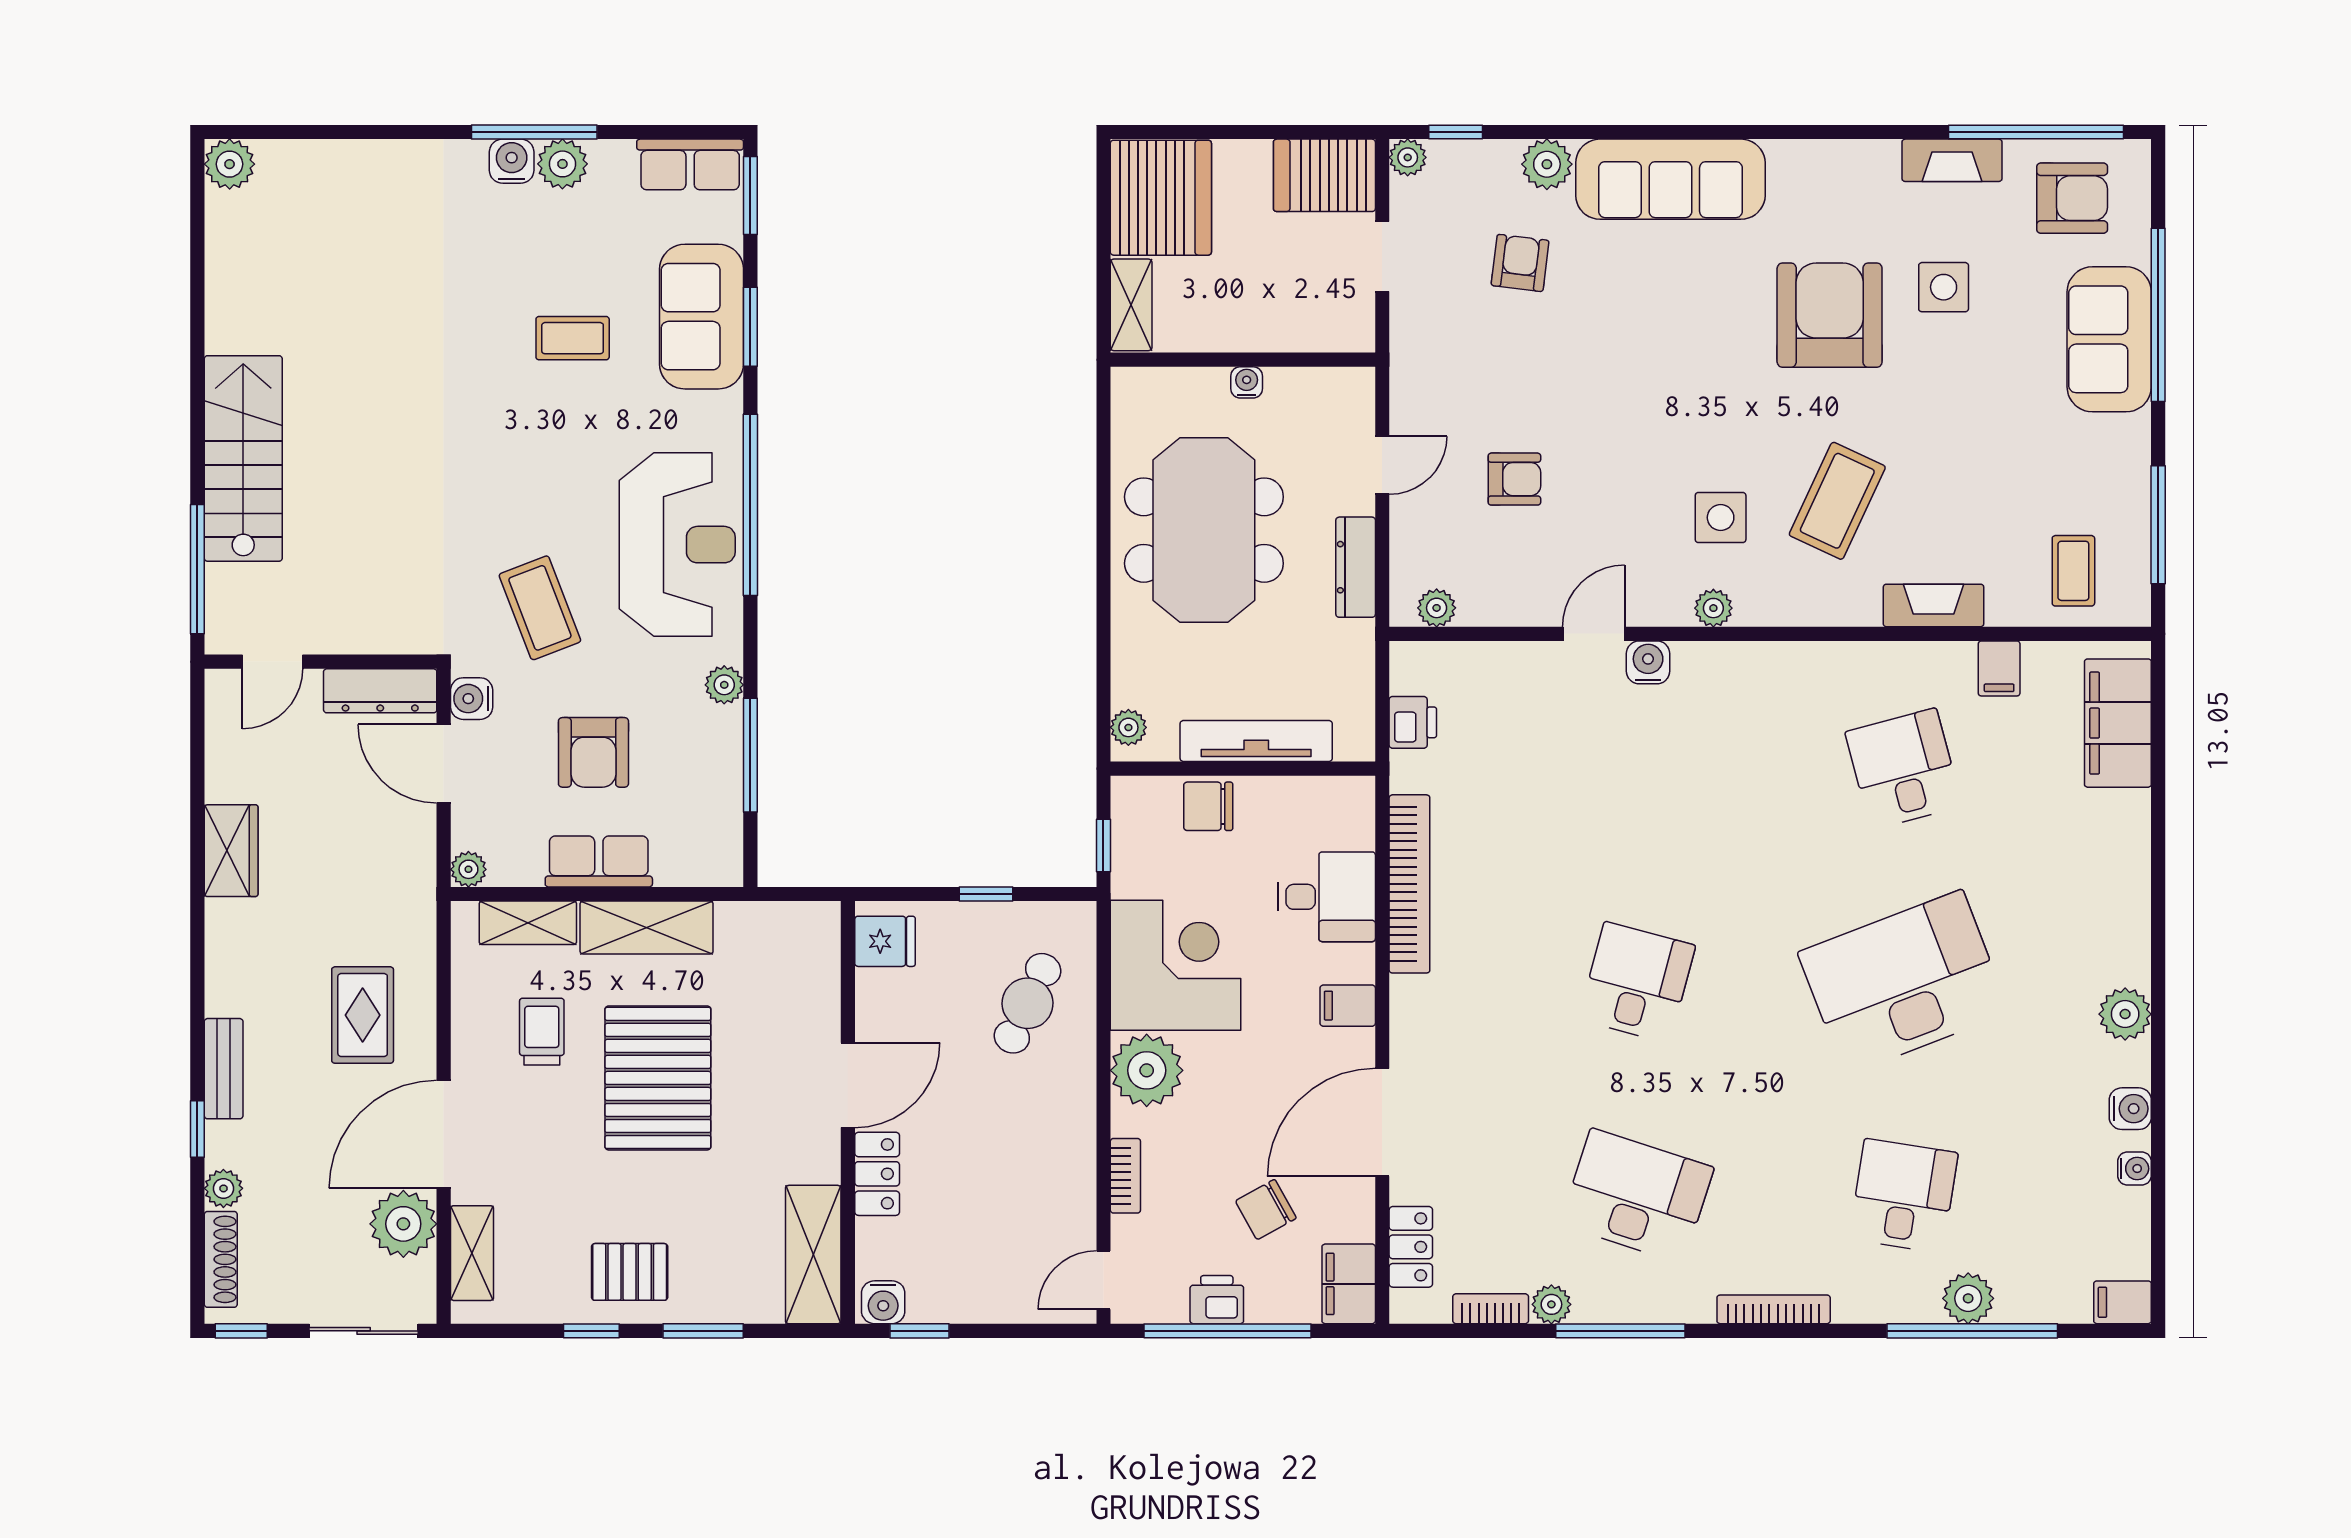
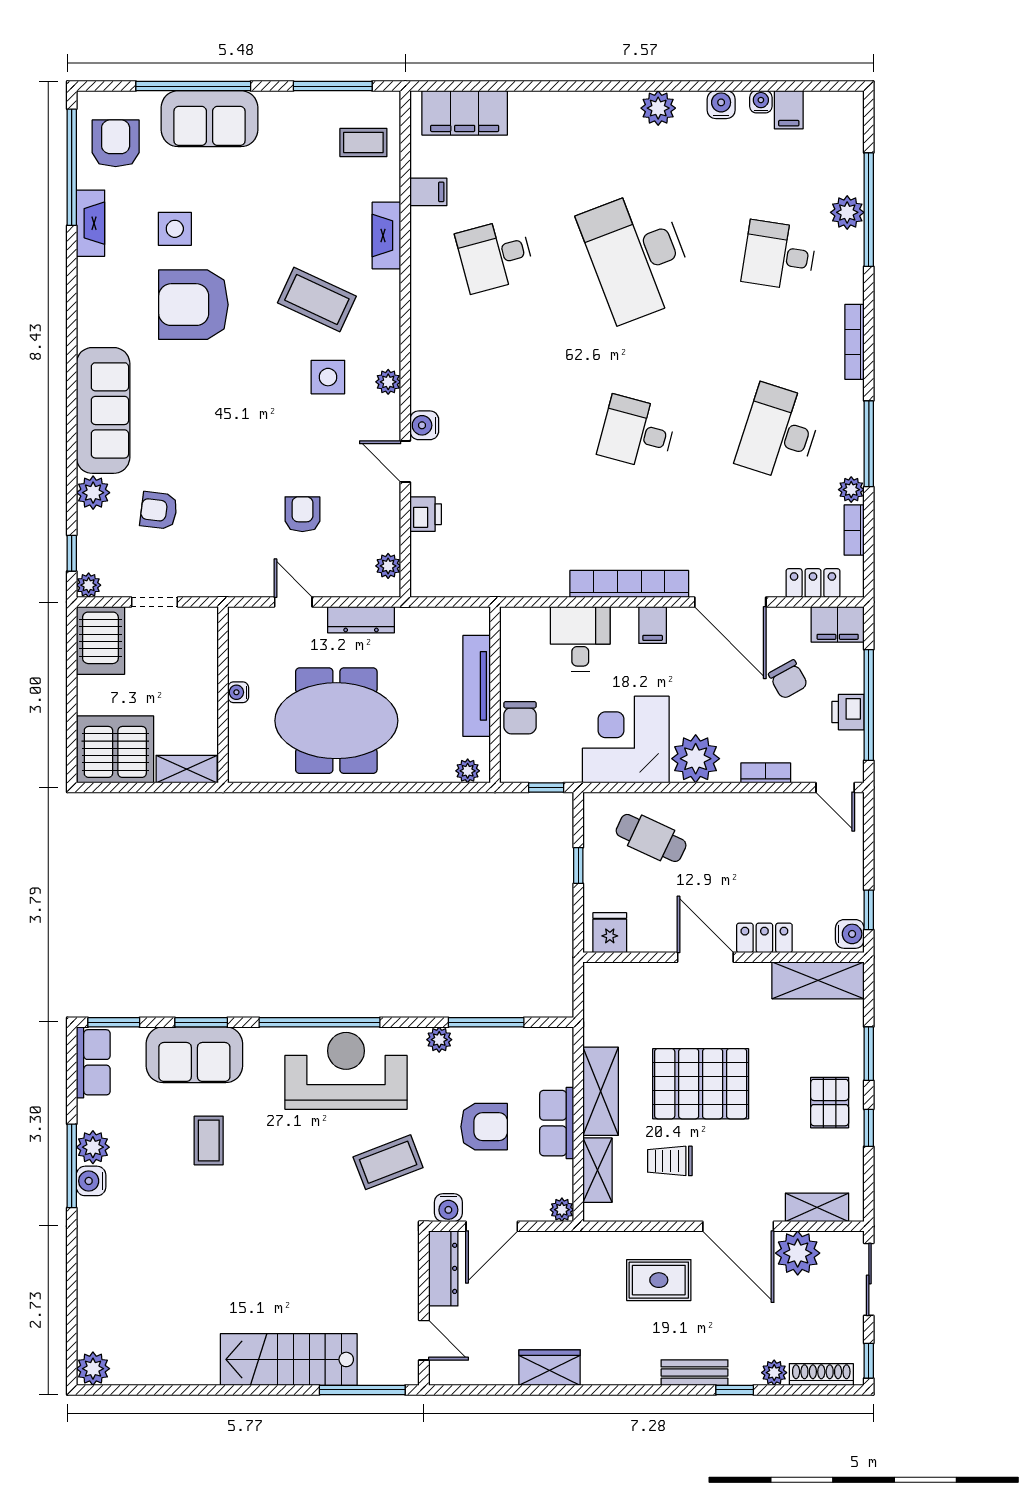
printer: (1413, 722) -> (426, 514), moved, turned 90
bookcase: (1409, 884) -> (629, 584), moved
filing cabinet: (2123, 1302) -> (789, 110), moved

